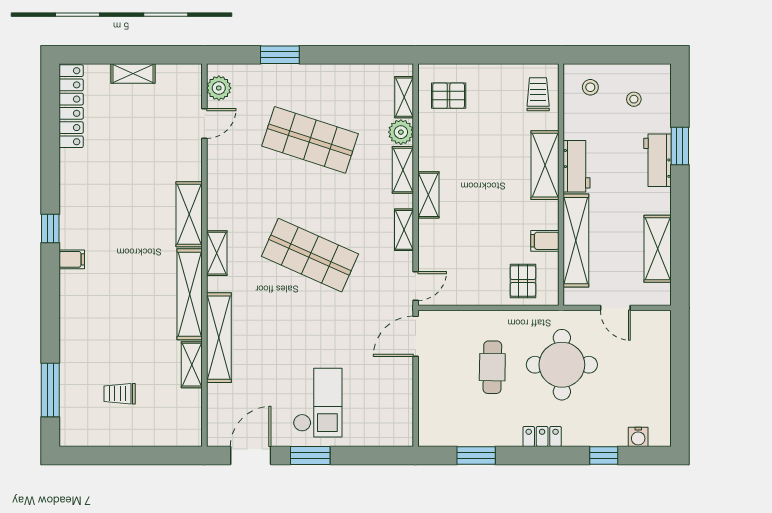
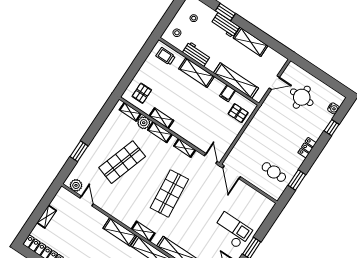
workbench: (577, 166) -> (197, 54), moved
shelving: (428, 195) -> (161, 118), moved
shelving: (658, 249) -> (251, 42), moved
shop shelf: (310, 255) -> (169, 194), turned -30
round table: (562, 365) -> (302, 97), moved, width x0.73, depth x0.73
cafe table: (492, 367) -> (274, 172), moved

